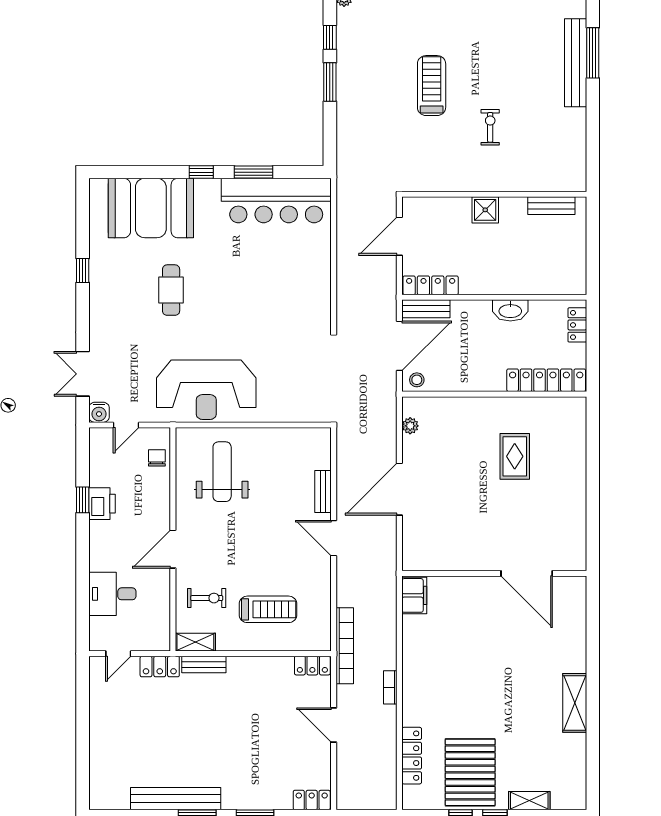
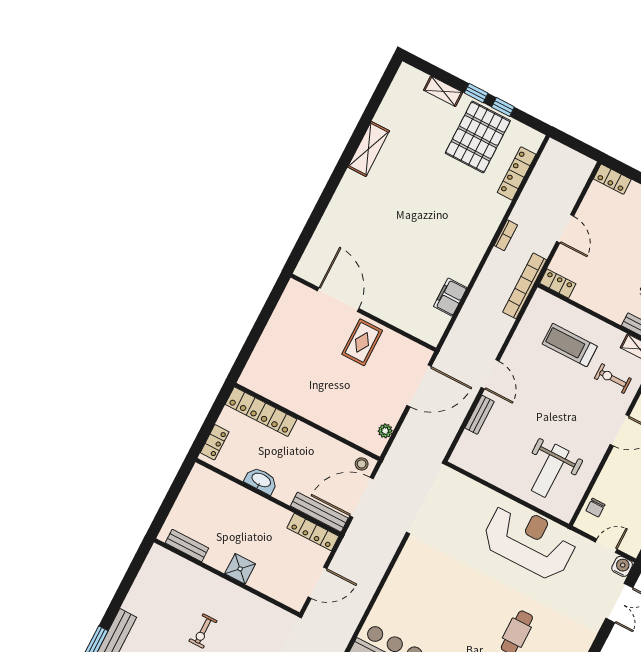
bench: (426, 309) -> (319, 512), width x1.36
rug: (515, 456) -> (362, 342), moved
wall: (494, 573) -> (363, 313), moved
door: (527, 573) -> (338, 300), moved

